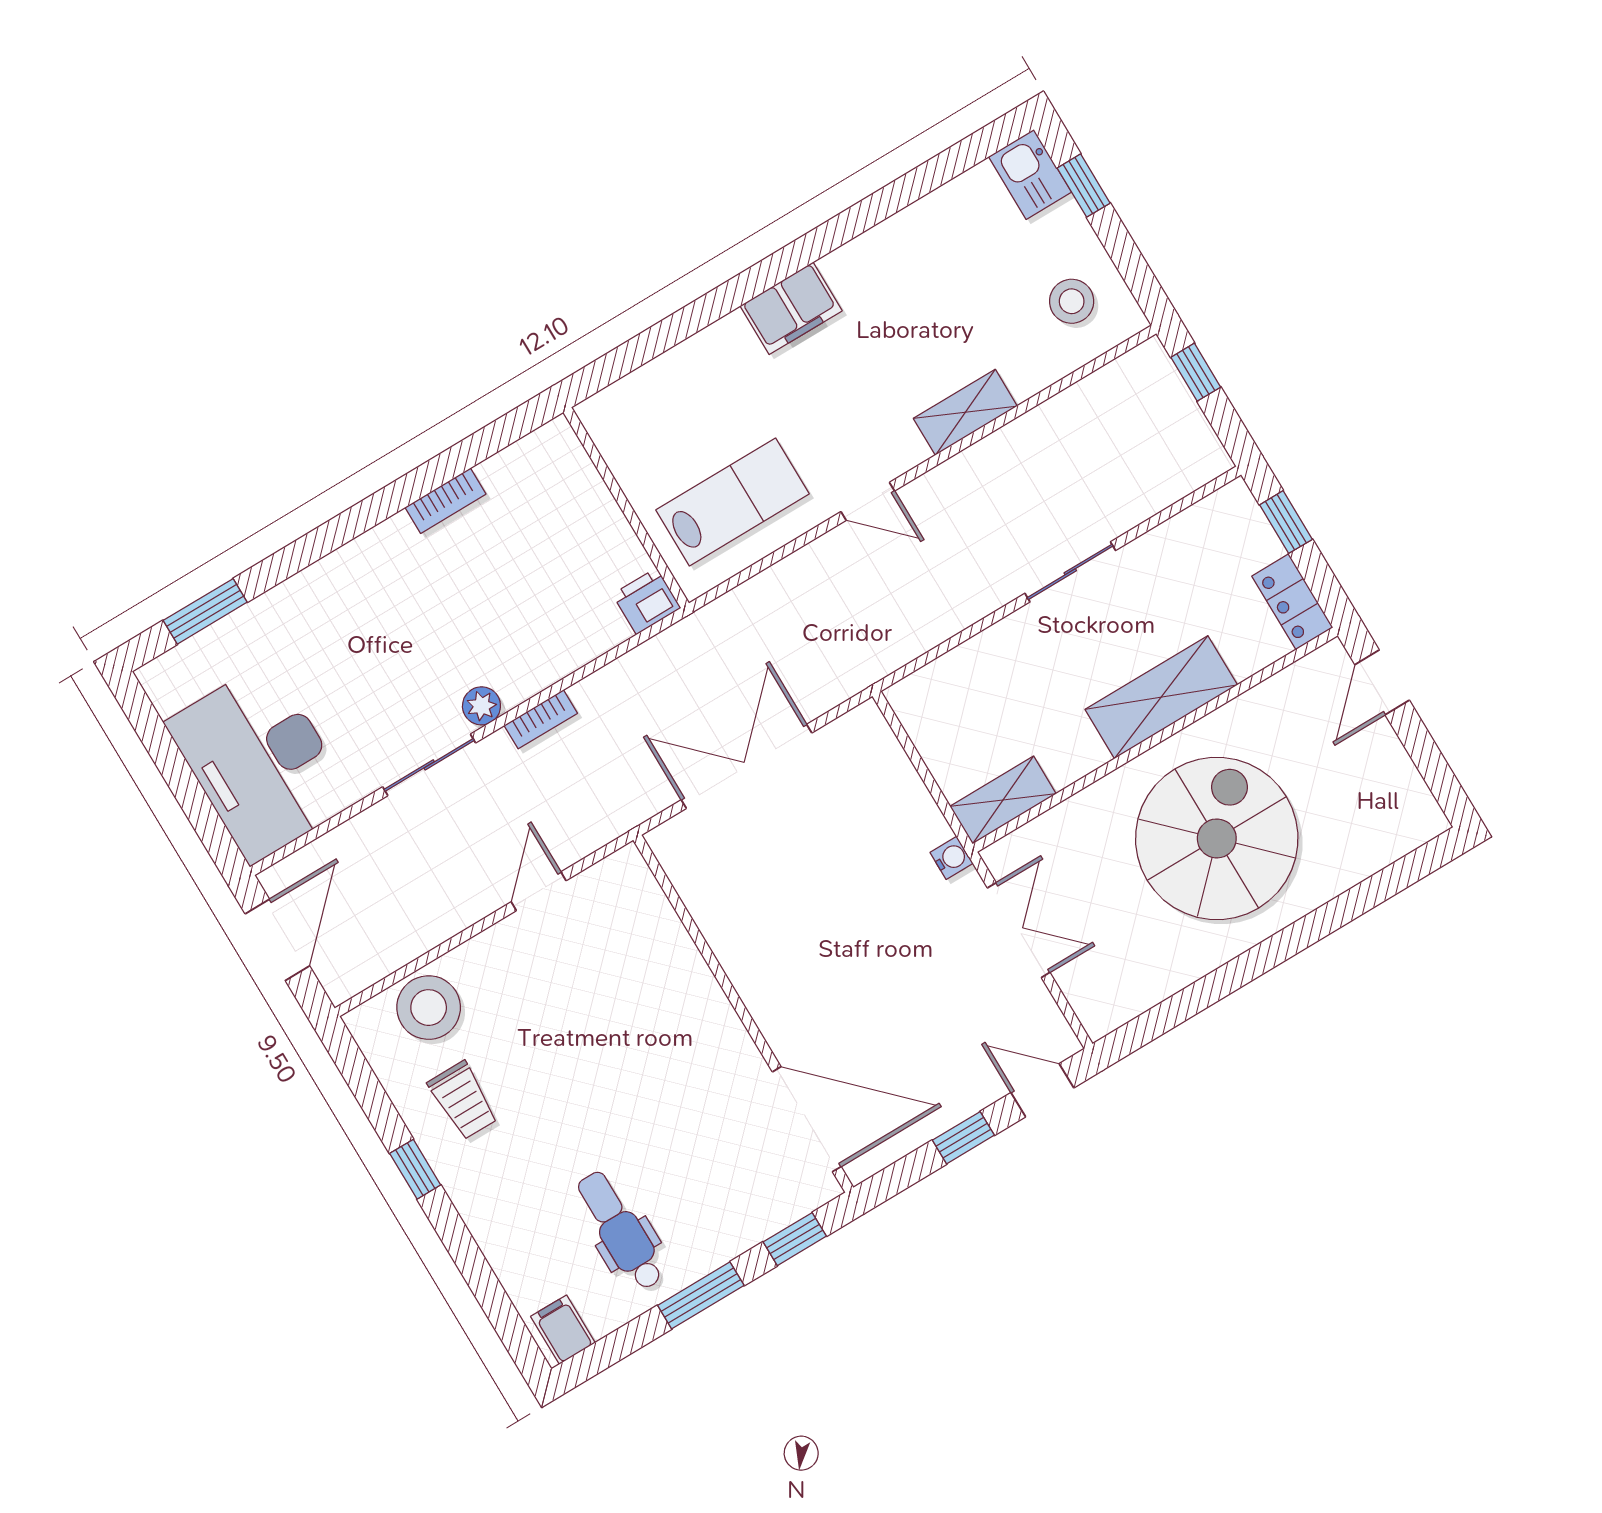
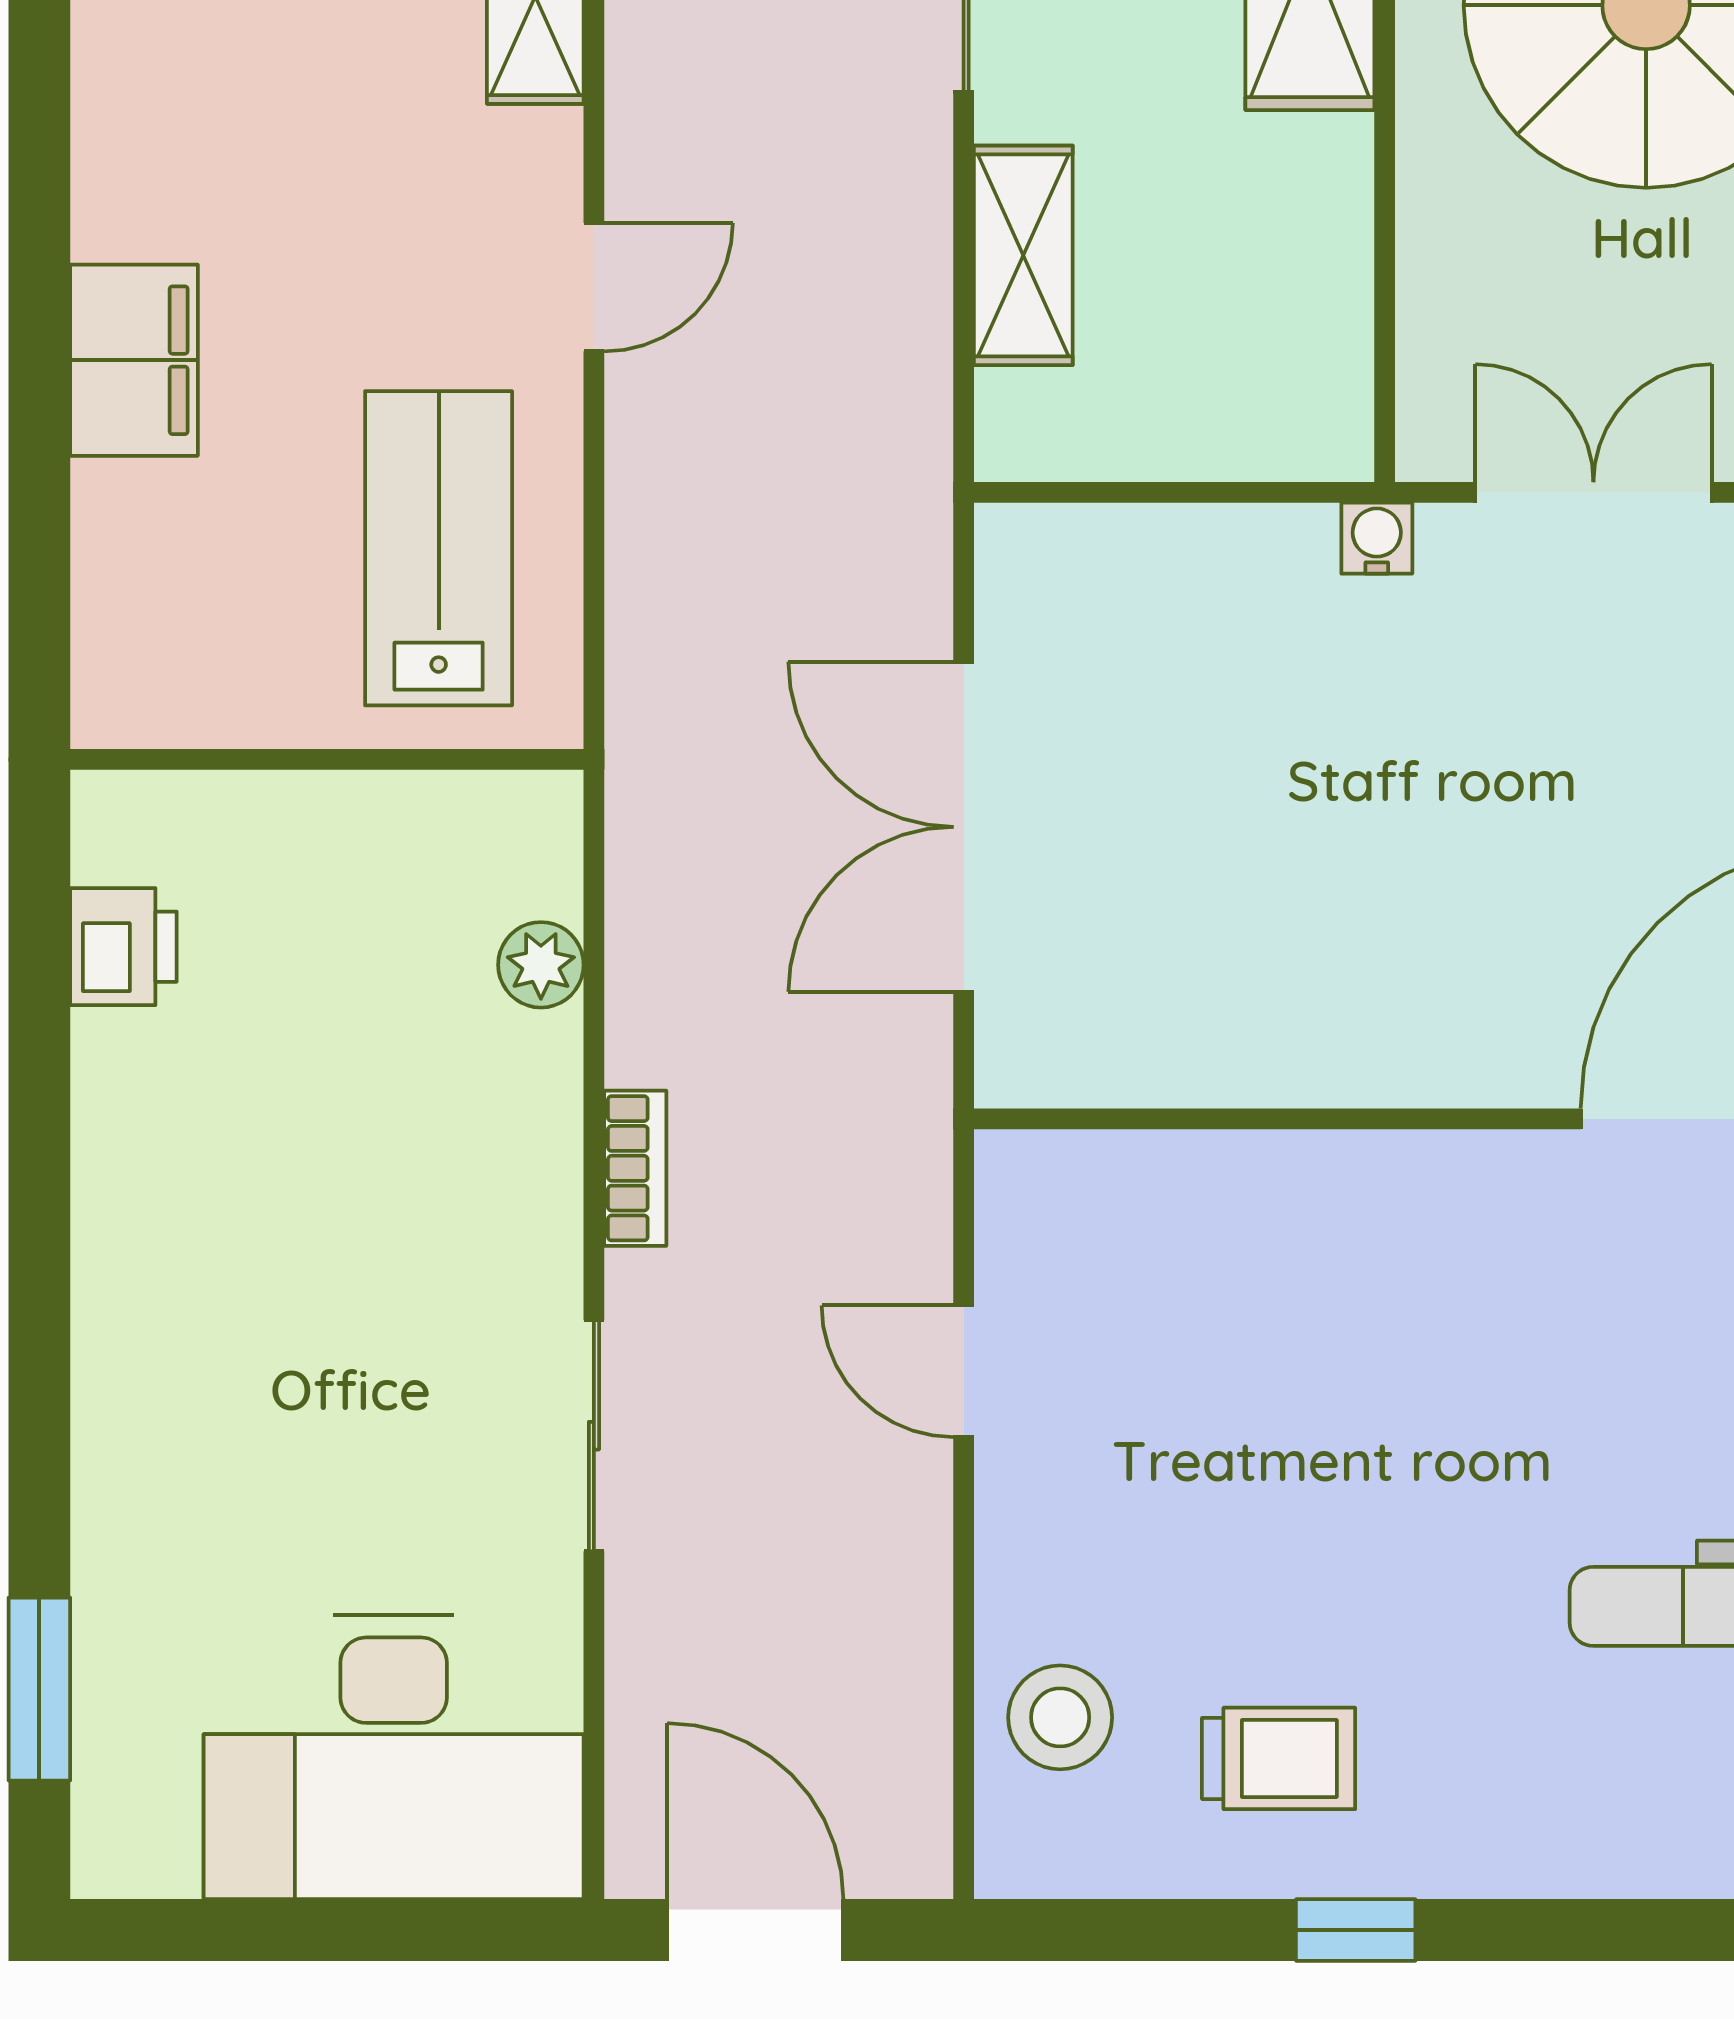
filing cabinet: (791, 308) -> (134, 360), moved
bookcase: (445, 501) -> (105, 1099), removed
printer: (647, 601) -> (123, 947), moved, turned 180
plant: (481, 706) -> (541, 965), moved
shelving: (1003, 800) -> (1023, 255), moved
stool: (429, 1008) -> (1060, 1717), width x0.73, depth x0.73

